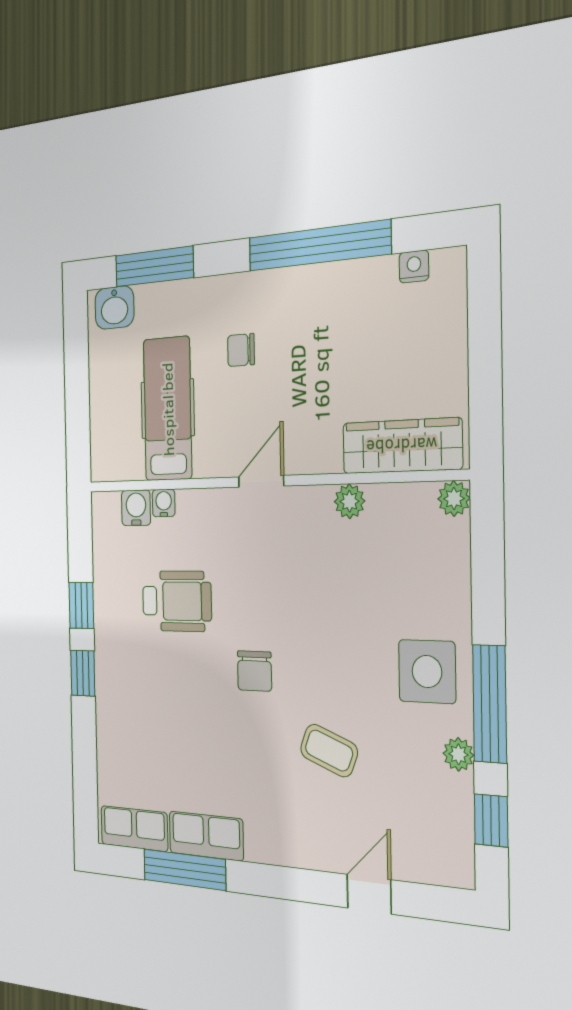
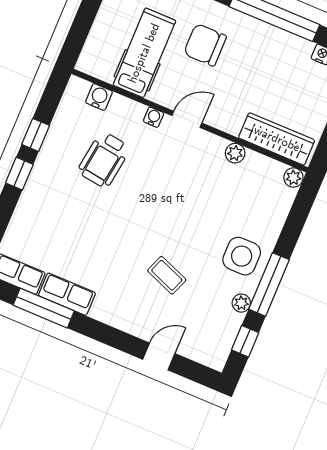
chair: (241, 350) -> (205, 45), width x1.87, depth x1.87
water cooler: (164, 503) -> (154, 117), moved
wheelchair: (177, 601) -> (104, 160), turned 98
chair: (254, 671) -> (138, 217), removed

